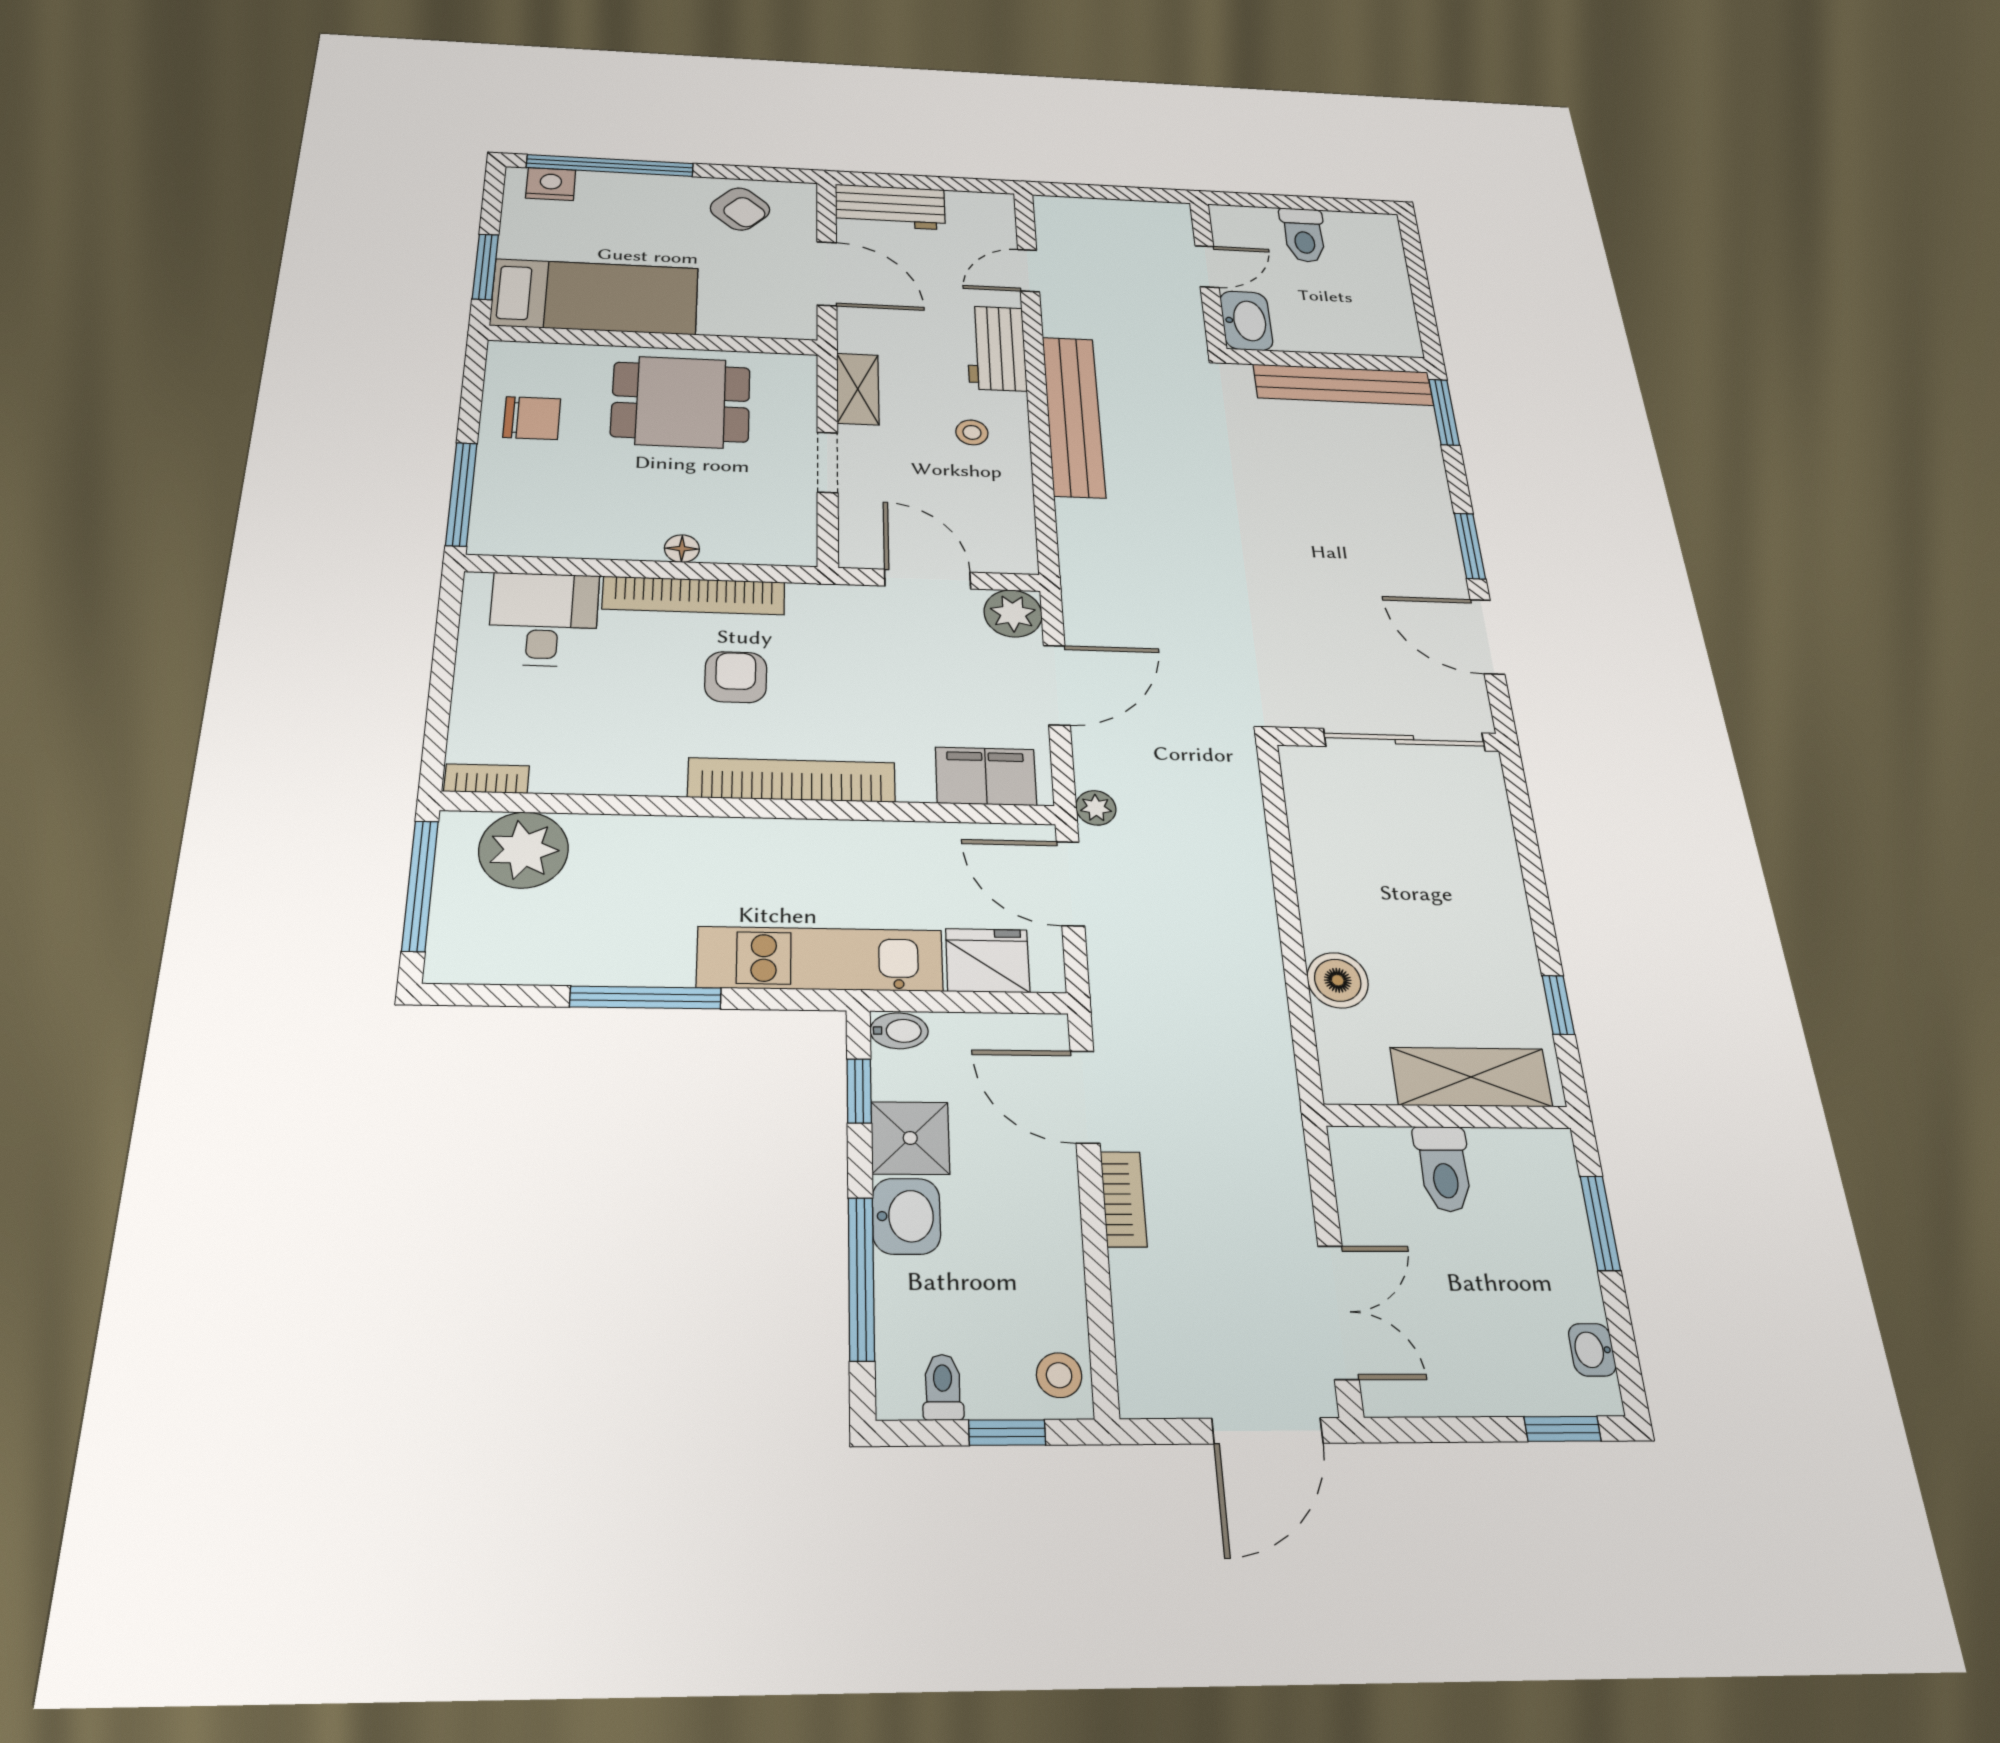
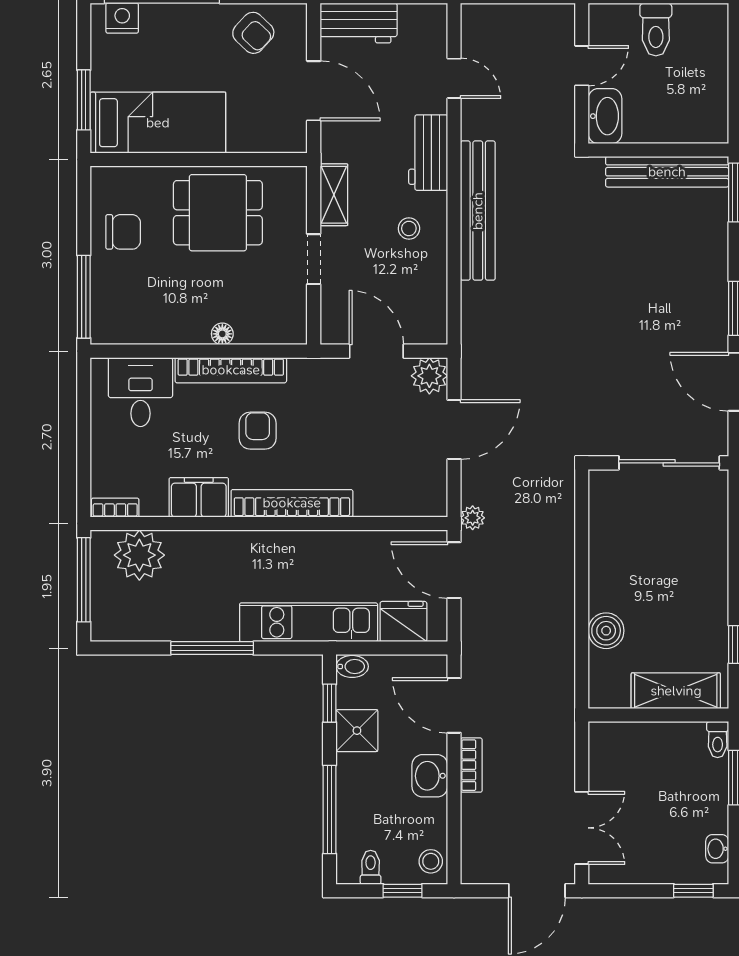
door: (1029, 271) -> (454, 78), swing flipped
filing cabinet: (986, 776) -> (199, 497), moved
toilet: (1444, 1169) -> (718, 740), moved, width x0.73, depth x0.72
washbasin: (906, 1216) -> (430, 776), moved, turned 180

